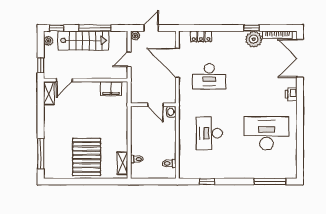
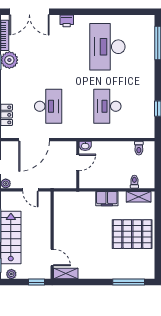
filing cabinet: (111, 89) -> (107, 199), moved, turned 90
desk: (209, 133) -> (107, 106), turned 90

